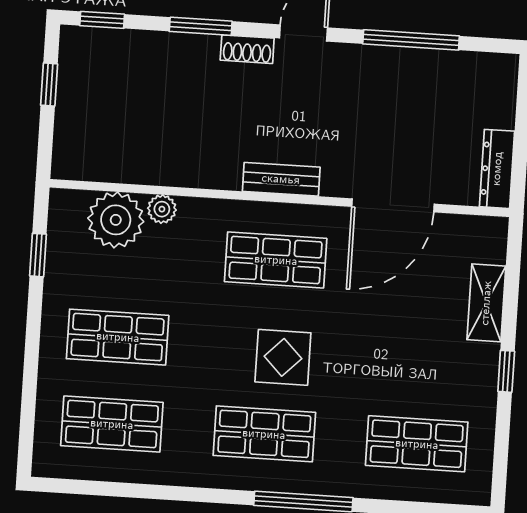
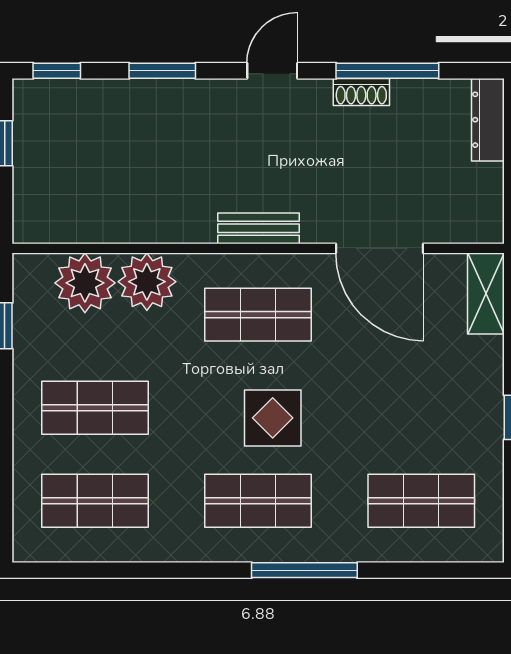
shoe rack: (247, 49) -> (361, 92), moved
dresser: (497, 169) -> (488, 120), moved
door: (393, 205) -> (380, 248), hinge flipped
plant: (162, 209) -> (147, 282), width x1.88, depth x1.88
shelving: (486, 303) -> (486, 293), moved

